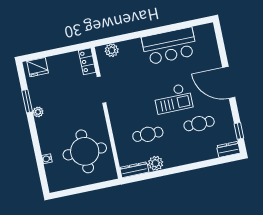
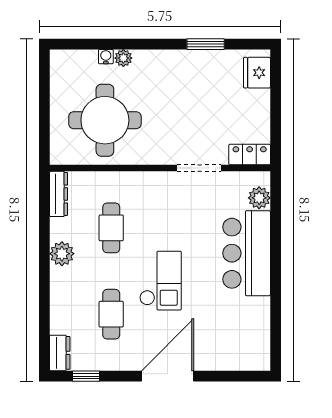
bar counter: (169, 46) -> (247, 253), moved
checkout: (173, 99) -> (160, 281), turned 180
plant: (38, 112) -> (123, 58), moved
plant: (156, 163) -> (62, 254), moved

